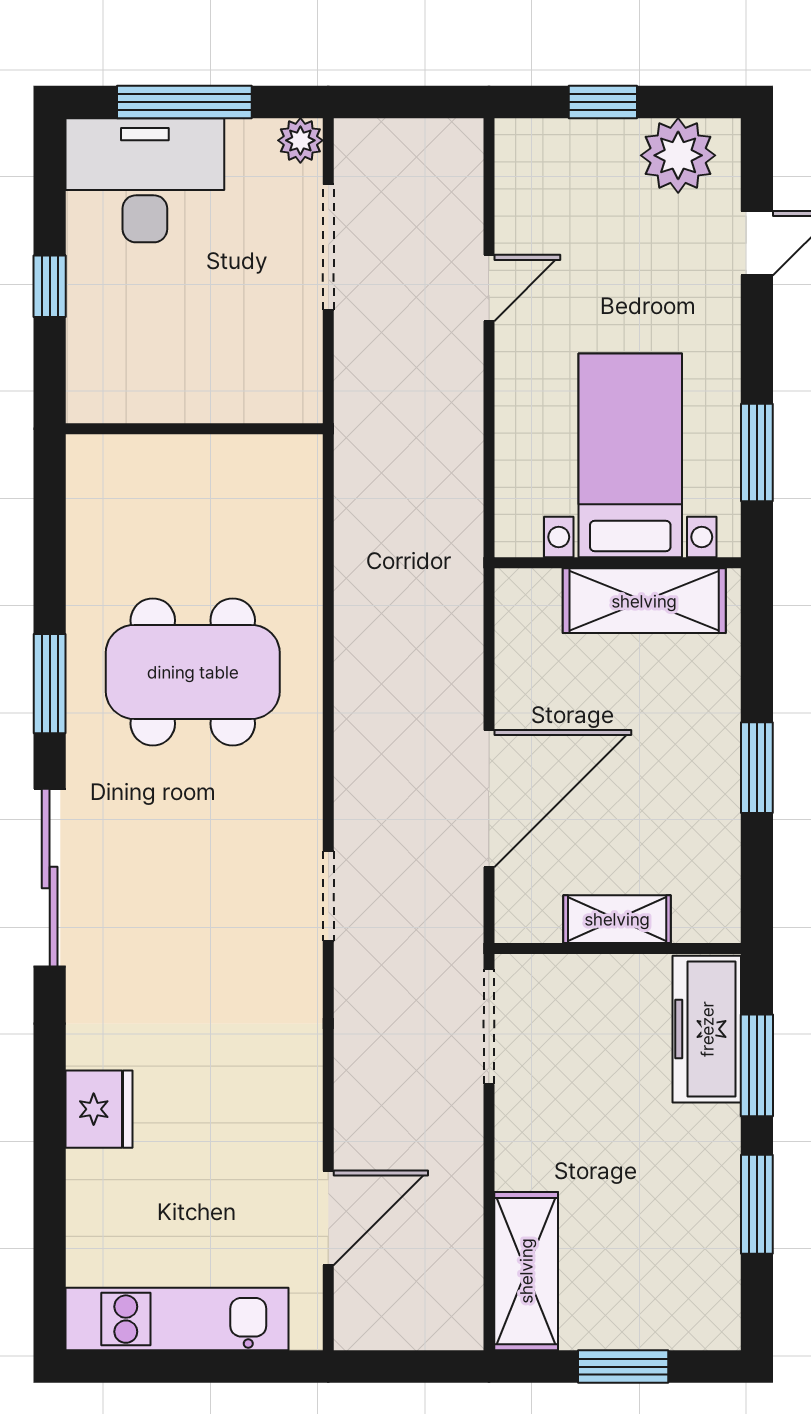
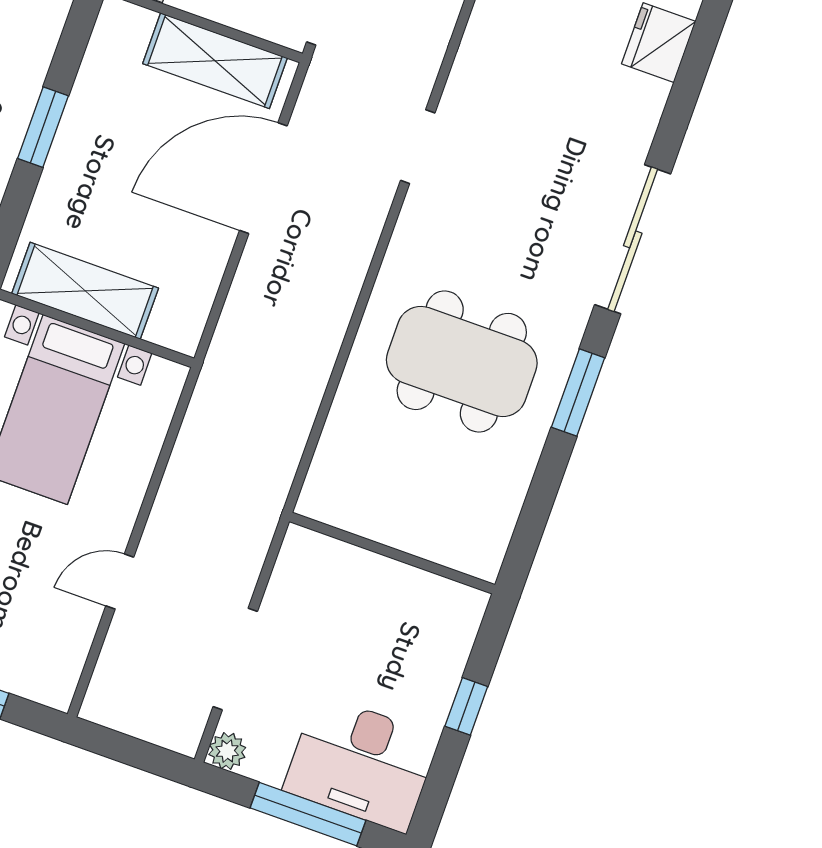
shelving: (617, 919) -> (215, 61), width x1.50, depth x1.33

